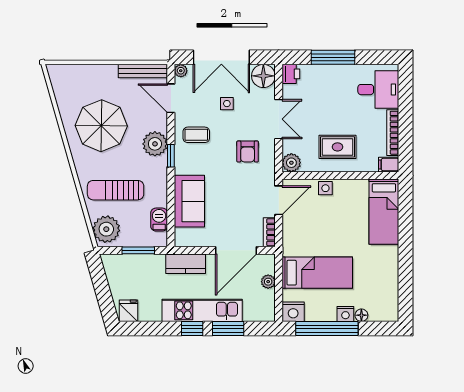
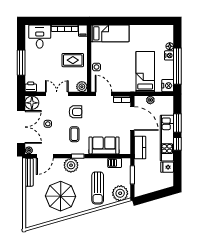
coffee table: (196, 135) -> (74, 134), moved
rug: (337, 147) -> (73, 60), turned 90
fridge: (129, 311) -> (167, 167), moved

